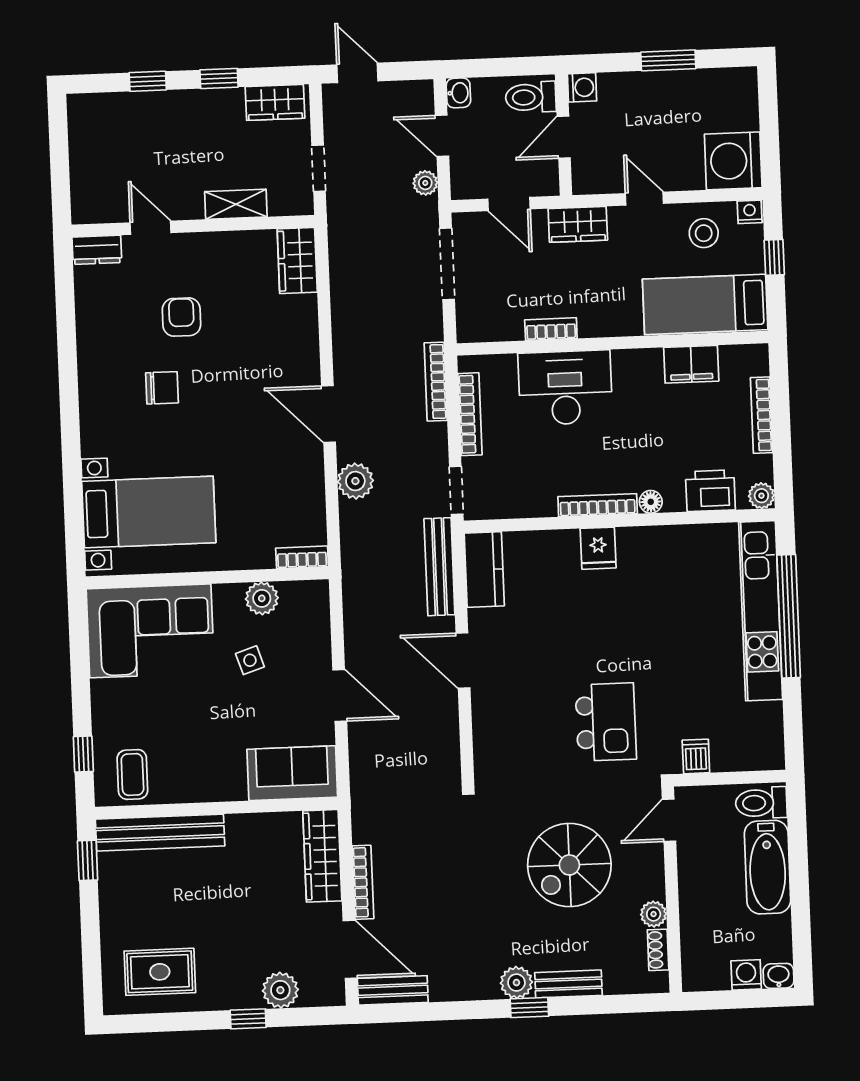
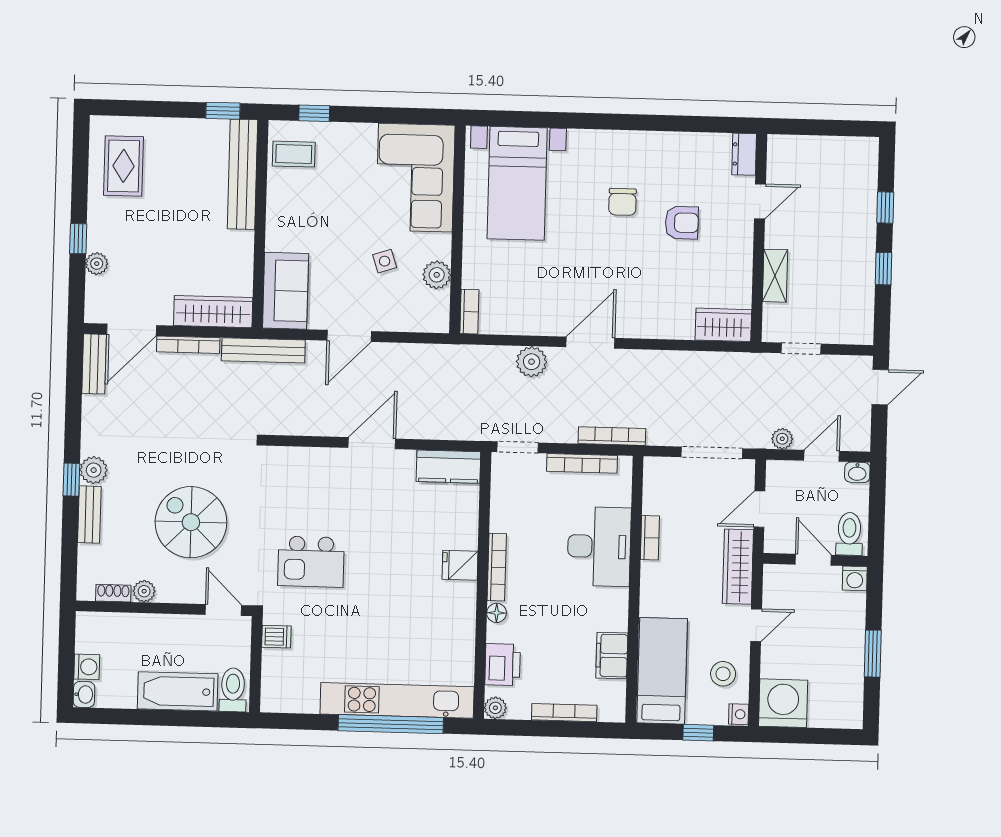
wardrobe: (275, 102) -> (860, 315), removed
wardrobe: (578, 224) -> (738, 567), width x1.50
bench: (439, 567) -> (263, 350), moved
plant: (280, 990) -> (97, 264), width x0.73, depth x0.73

